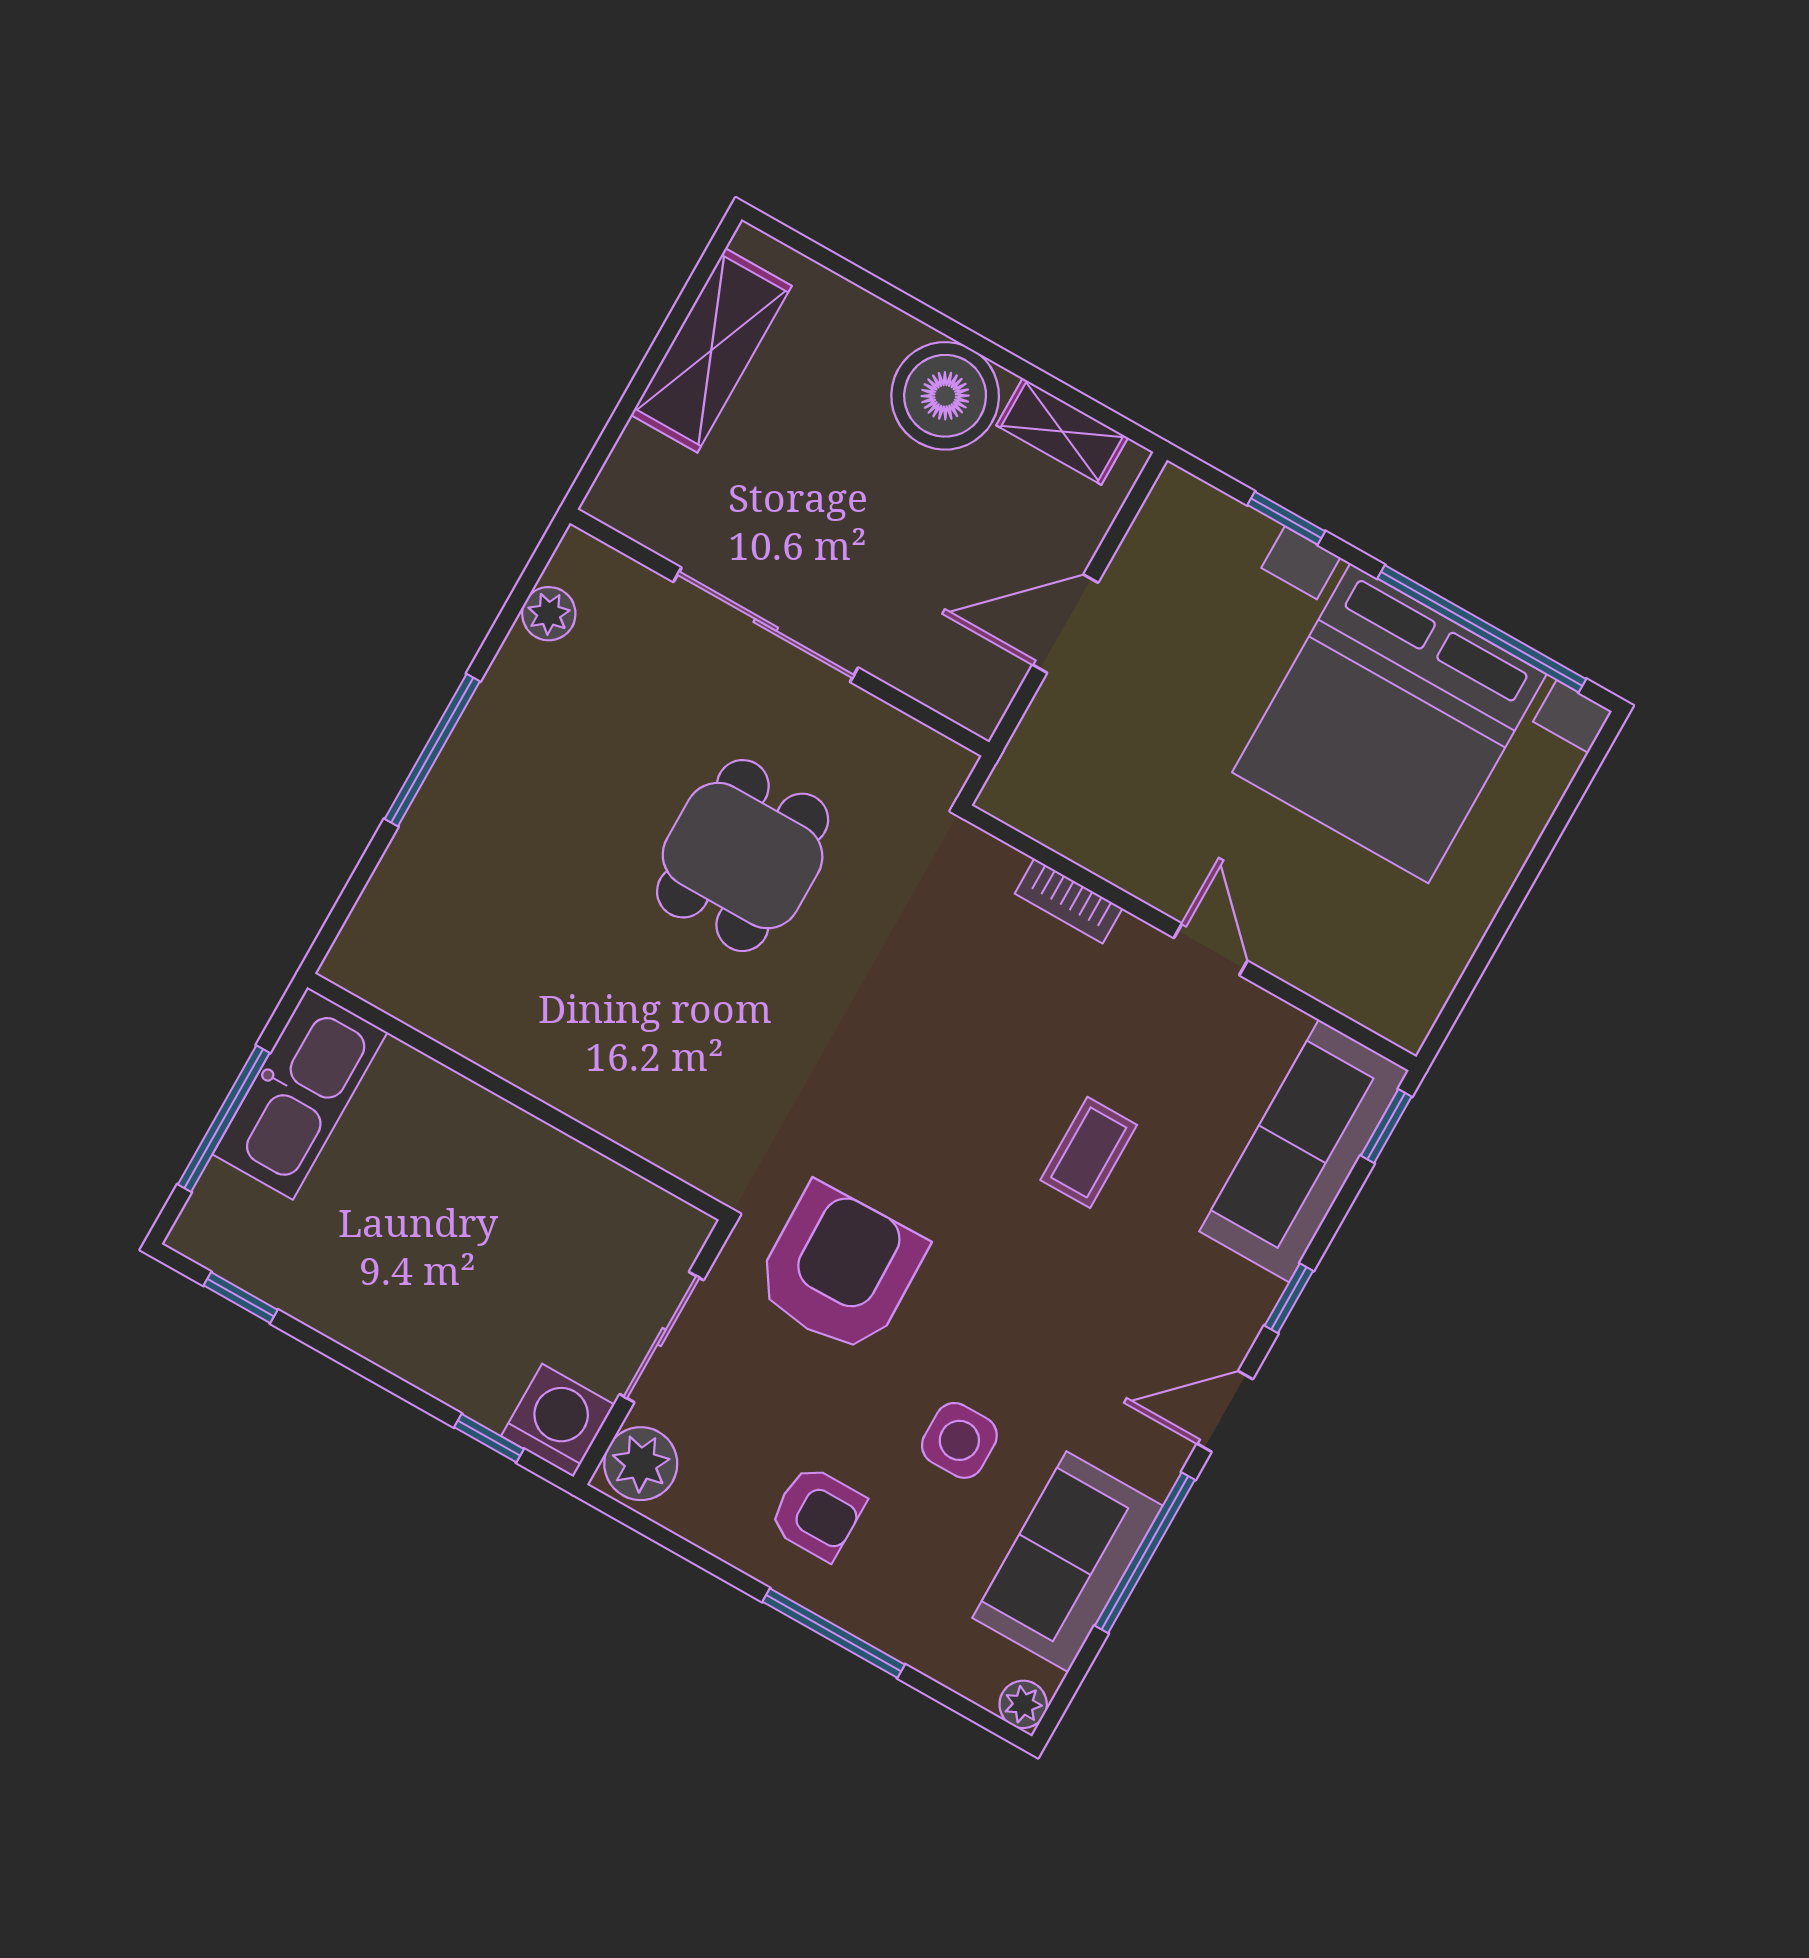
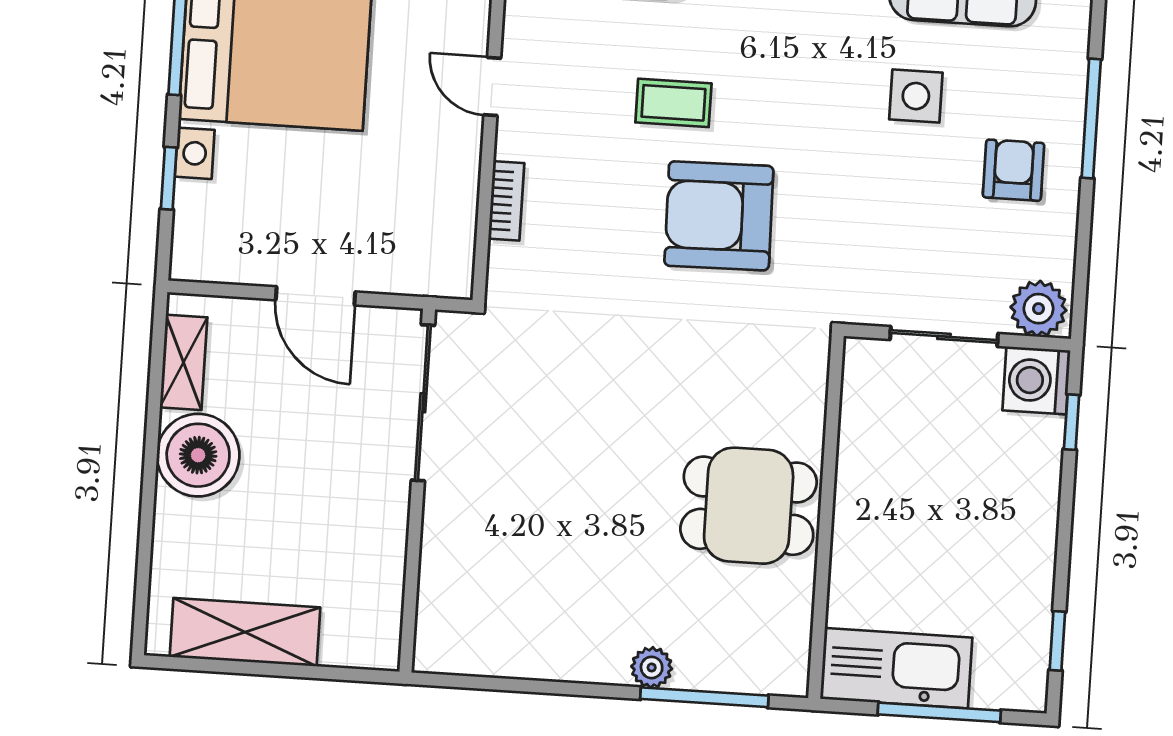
plant: (549, 614) -> (652, 667), moved
sliding door: (766, 625) -> (423, 403), moved
window: (432, 750) -> (704, 697), moved
dining table: (743, 856) -> (749, 506), moved
door: (1211, 949) -> (492, 86), hinge flipped
armchair: (840, 1269) -> (719, 216), moved

